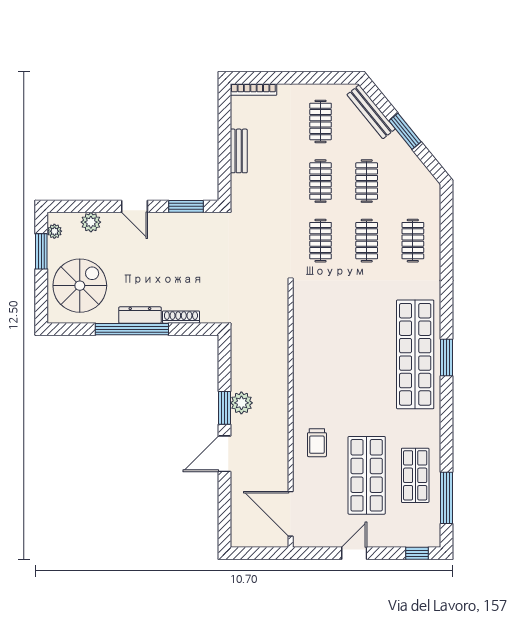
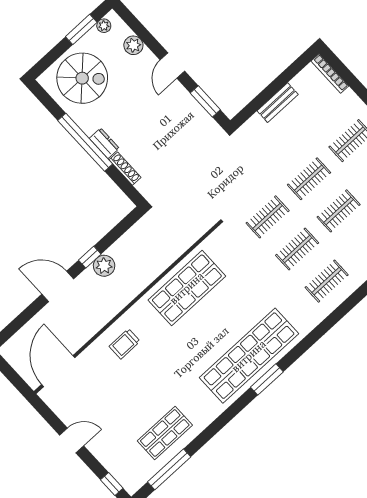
dresser: (140, 315) -> (104, 143), width x0.70
window: (224, 408) -> (90, 257), width x0.67
shop shelf: (367, 475) -> (187, 288), moved

